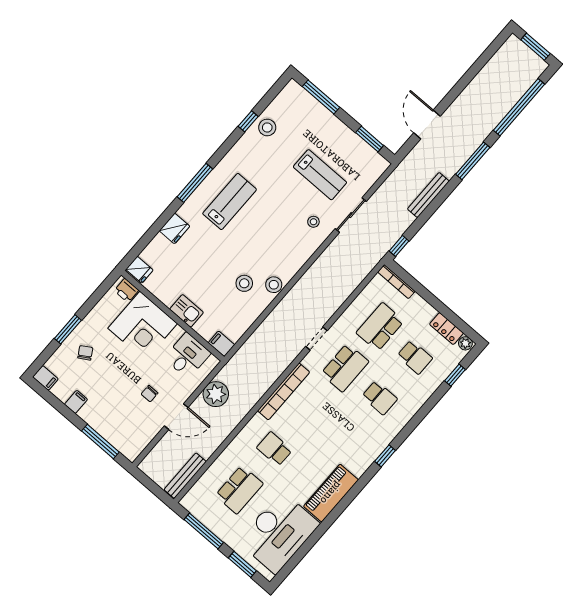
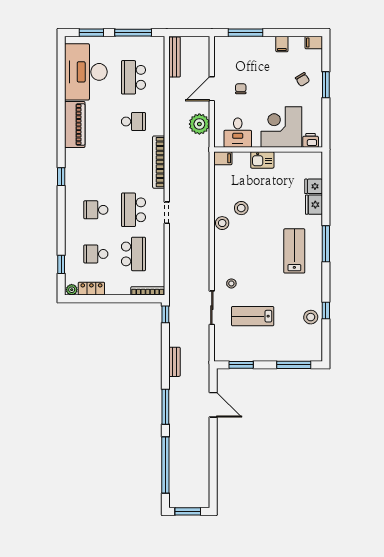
bench: (428, 195) -> (174, 362), width x0.73
lab bench: (230, 201) -> (294, 251), turned 180
fridge: (139, 270) -> (314, 186), moved

